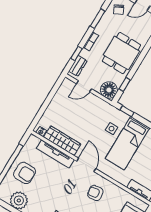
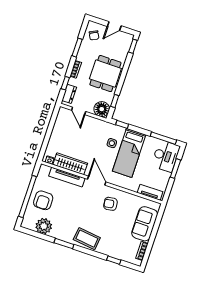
door: (84, 86) -> (79, 111), hinge flipped
armchair: (25, 173) -> (43, 200), turned 90

